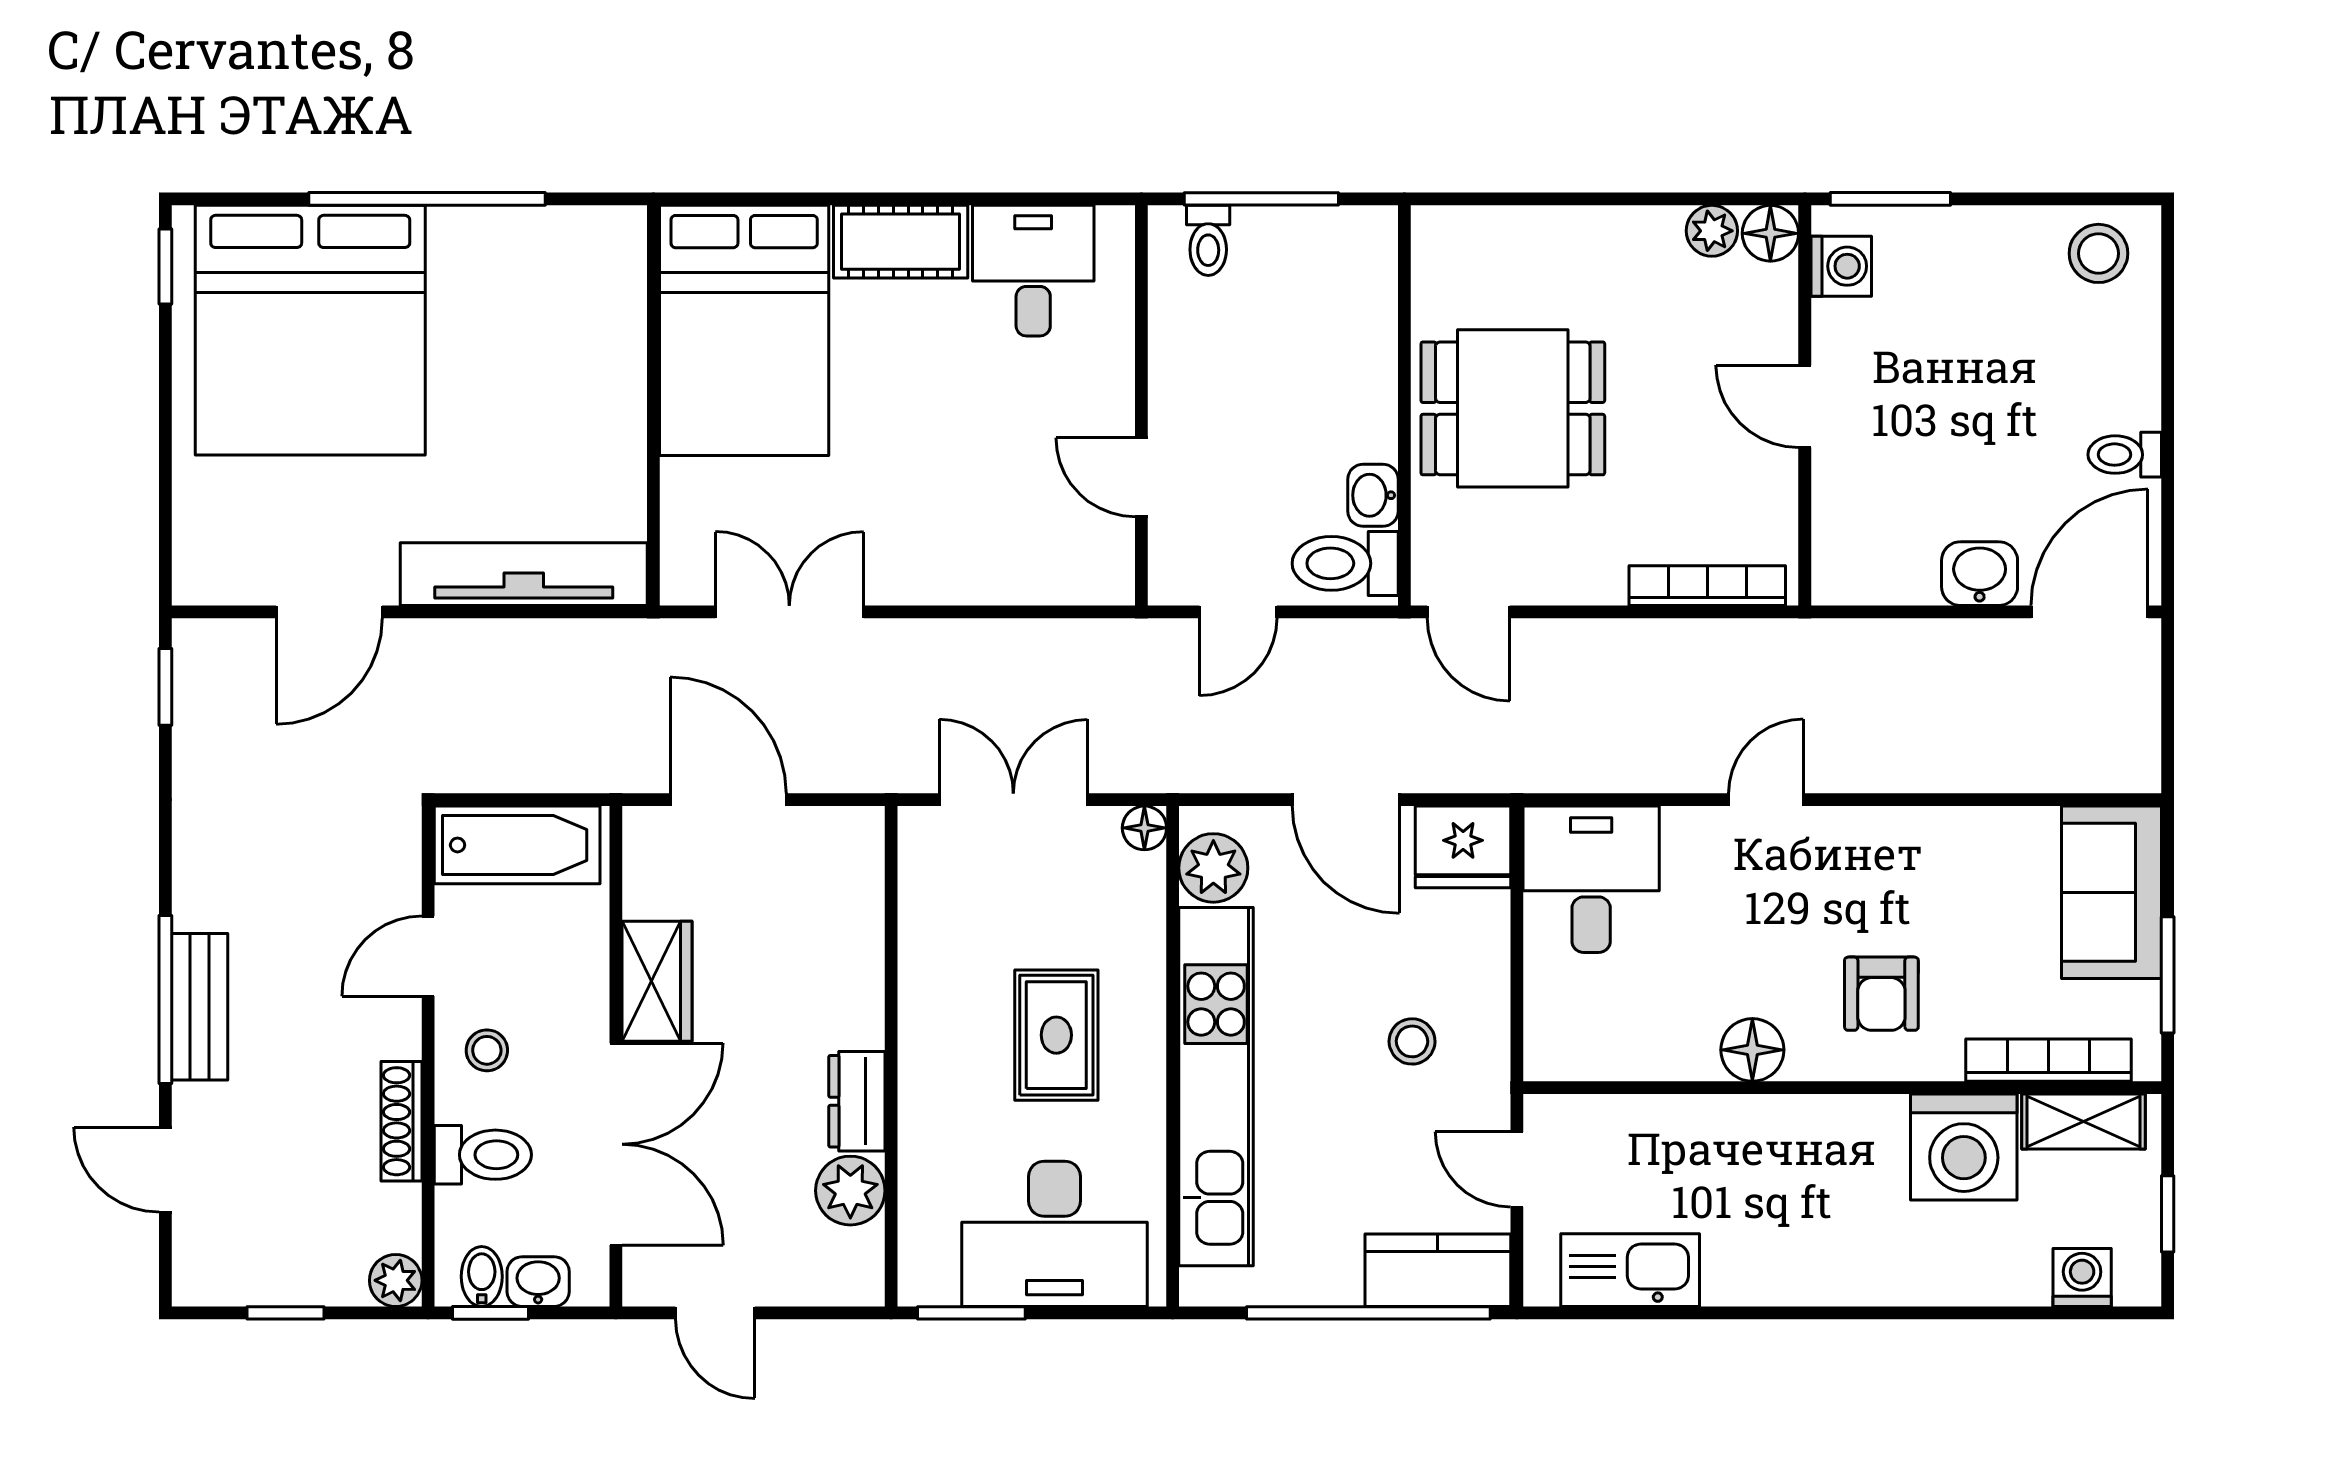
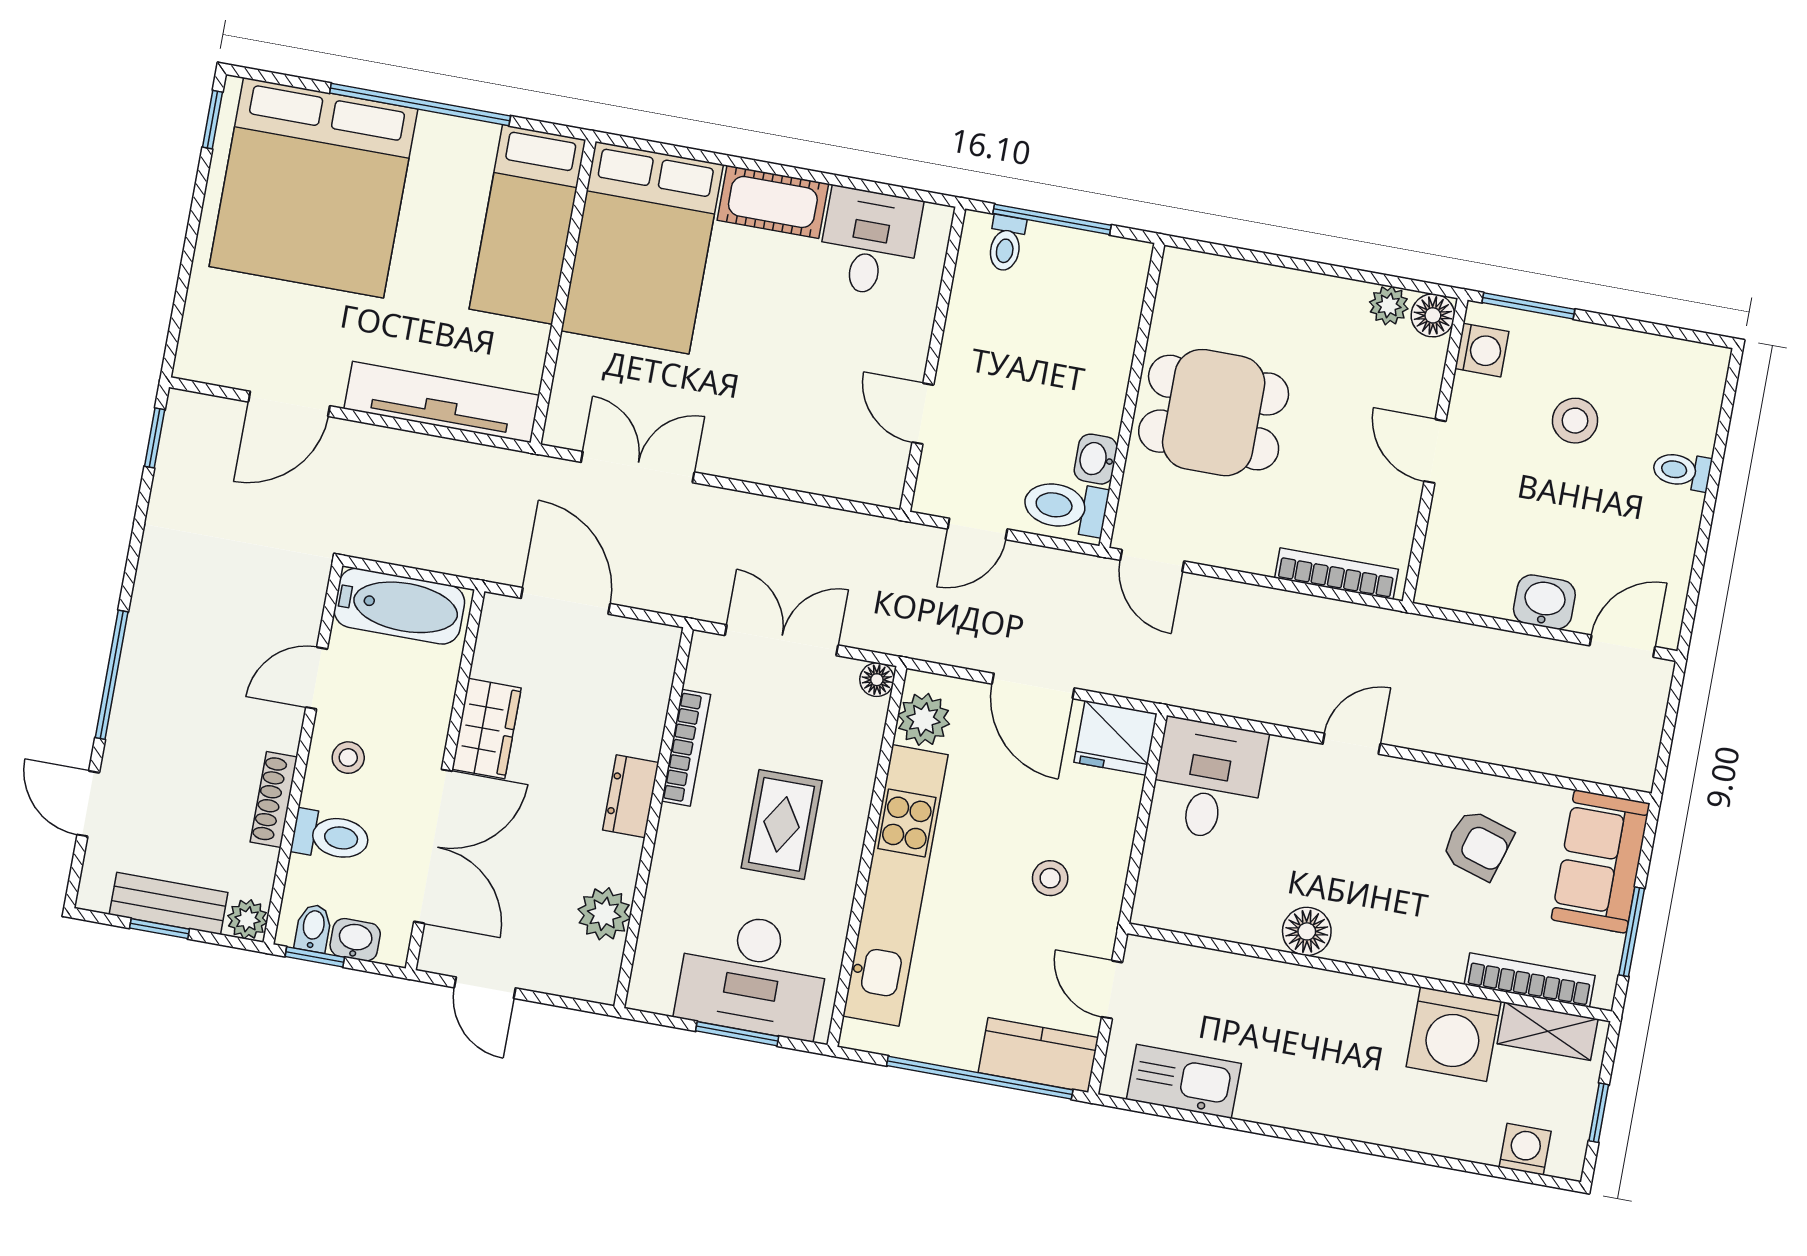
stool: (2098, 253) -> (1575, 421), moved
bed: (592, 327) -> (528, 224), added
toilet: (2125, 455) -> (1682, 471), moved
door: (2089, 612) -> (1622, 646), width x0.73
bookcase: (916, 959) -> (686, 748), added
armchair: (1881, 994) -> (1477, 845), moved, turned -73
bench: (200, 1007) -> (169, 903), moved, turned 90
dresser: (857, 1101) -> (631, 796), moved
window: (971, 1313) -> (737, 1034), moved

